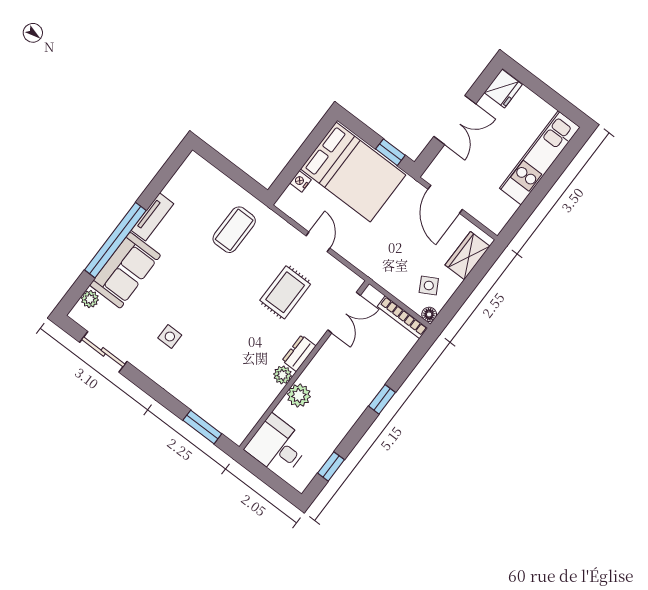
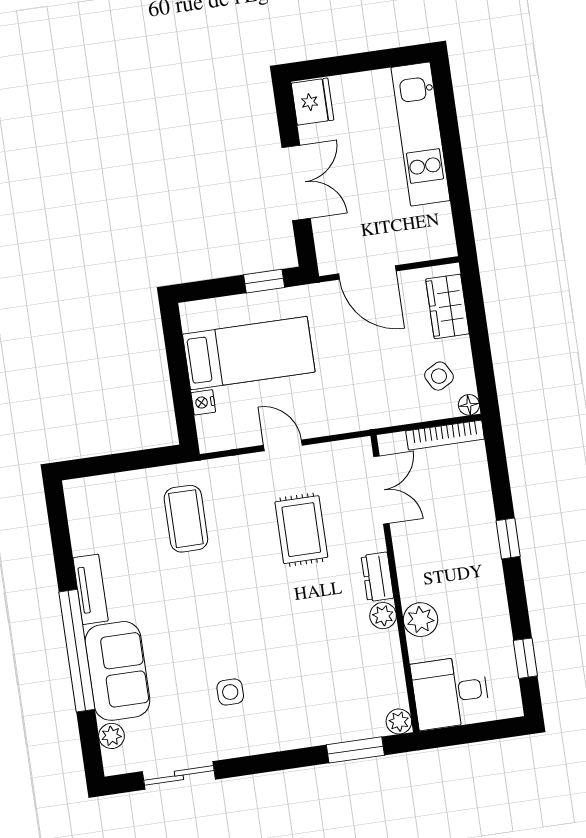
bed: (353, 172) -> (249, 353), width x0.67
plant: (238, 435) -> (399, 721), added

